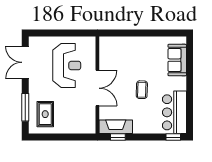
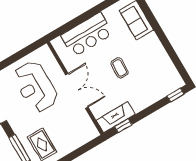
reception desk: (67, 65) -> (35, 87), turned 180
bar counter: (174, 112) -> (87, 35), moved, turned -90

